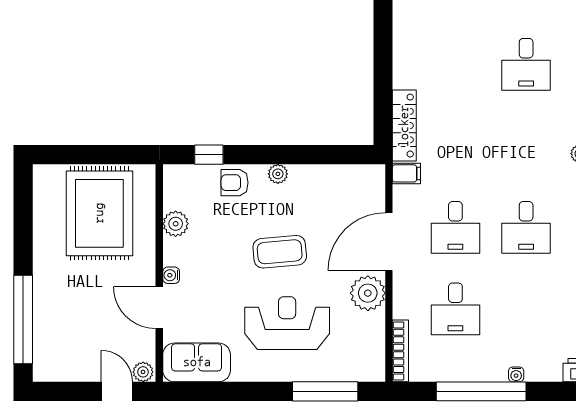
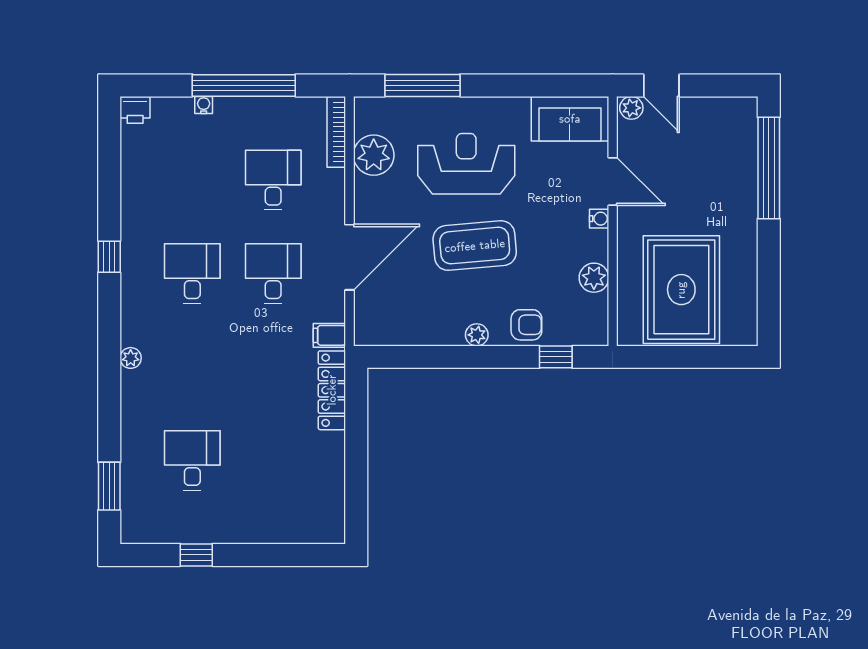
coffee table: (280, 252) -> (475, 246), width x1.36, depth x1.32
plant: (368, 293) -> (374, 155), moved
reception desk: (287, 323) -> (466, 164), turned 180

